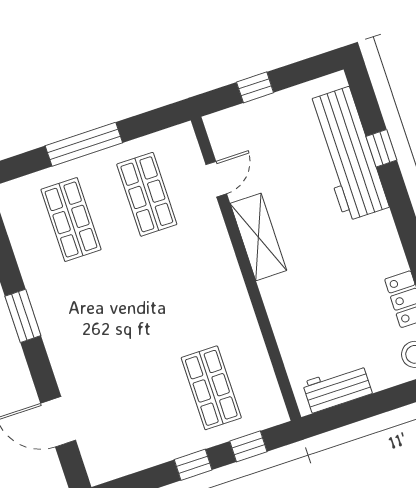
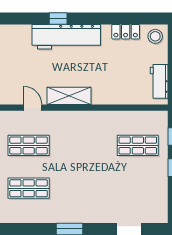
window: (381, 148) -> (58, 18), moved
workbench: (347, 154) -> (66, 37), moved

